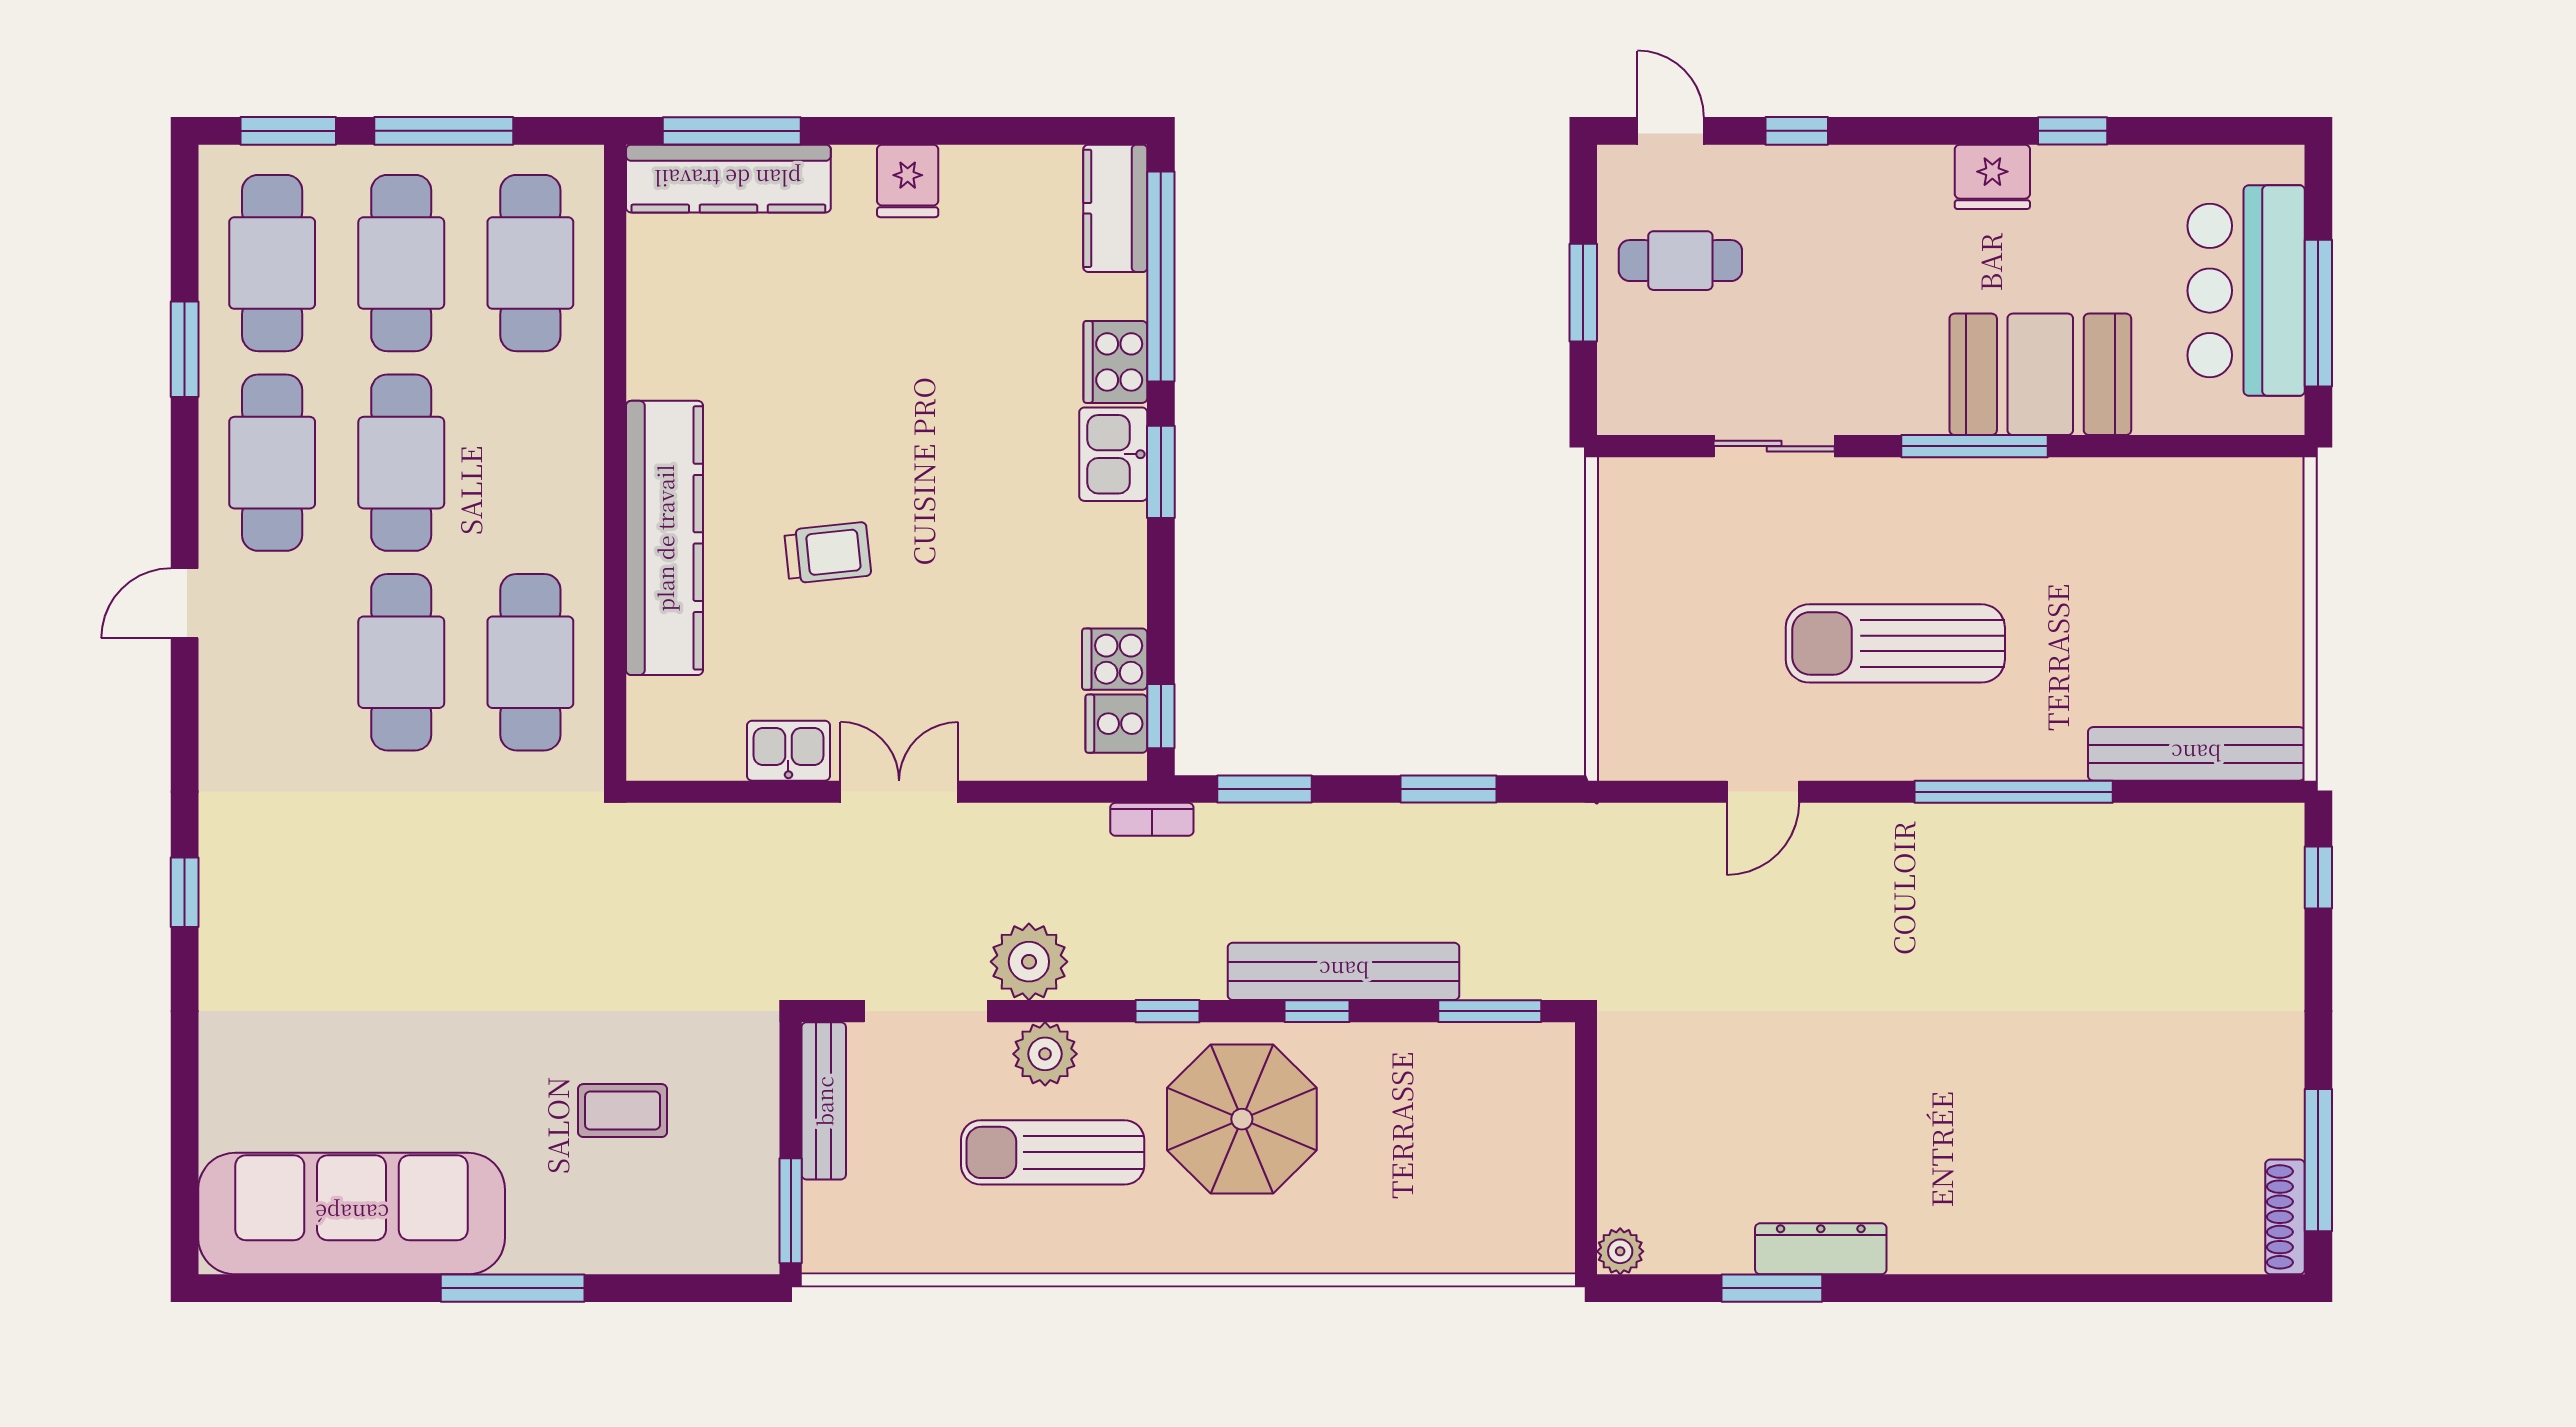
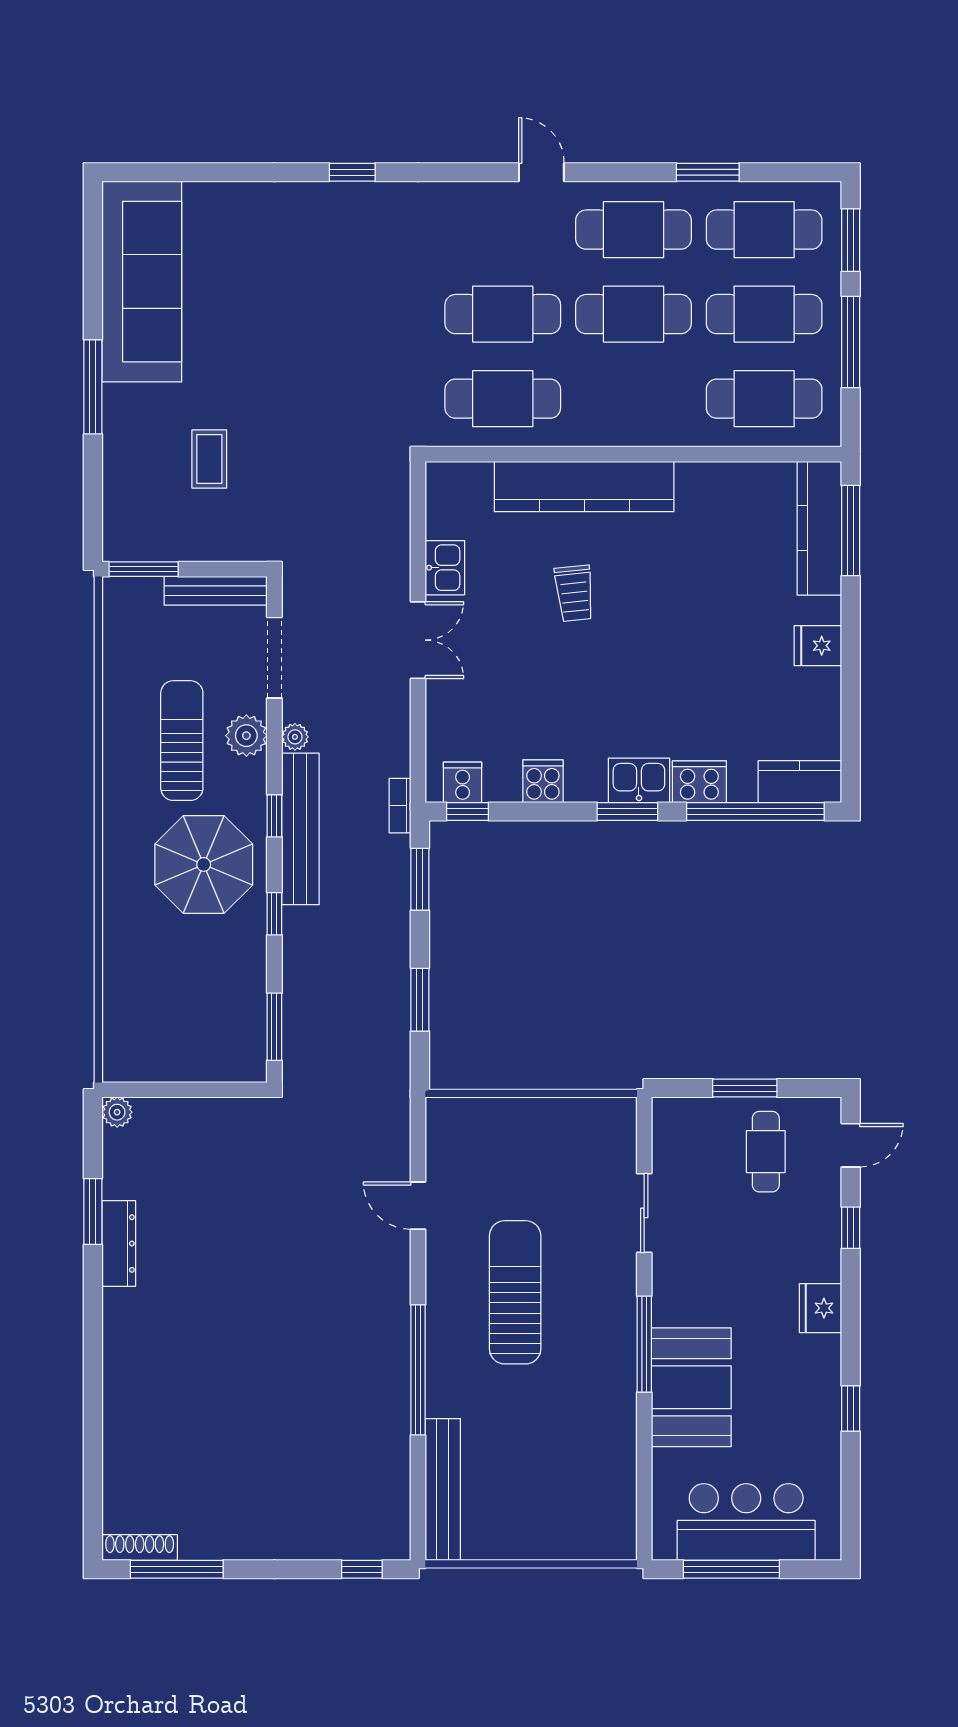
fridge: (1992, 177) -> (821, 1308), moved
cooker: (1115, 659) -> (543, 781), moved
plant: (1029, 962) -> (295, 737), width x0.53, depth x0.53
bench: (1344, 971) -> (300, 829), moved

